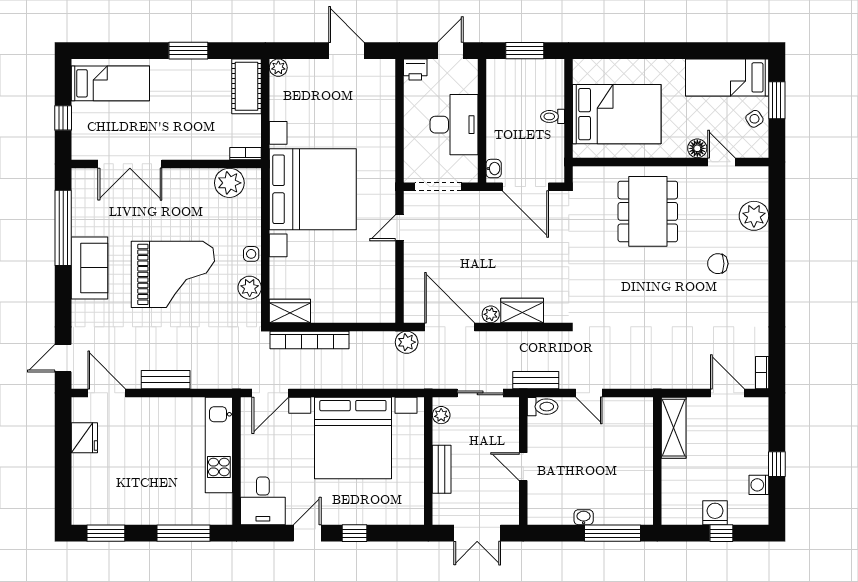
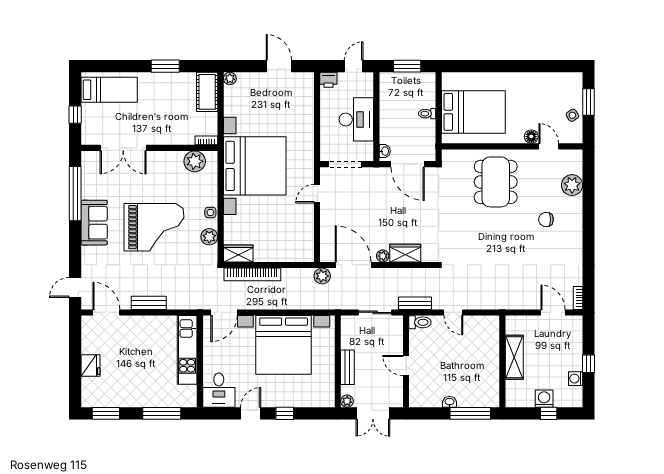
bed: (727, 77) -> (553, 86), removed
plant: (441, 415) -> (347, 401), moved
shelving: (674, 428) -> (514, 357), moved
fridge: (84, 438) -> (90, 366), moved

